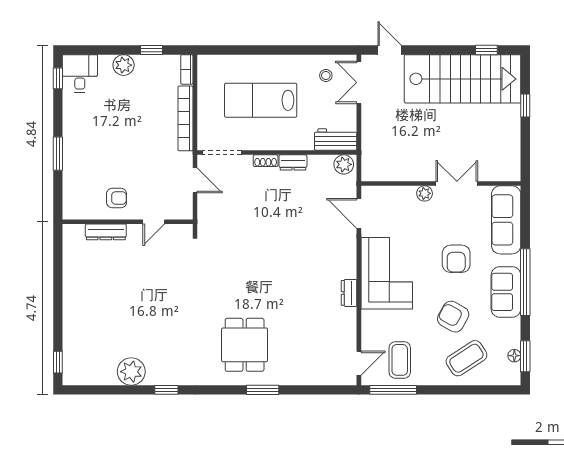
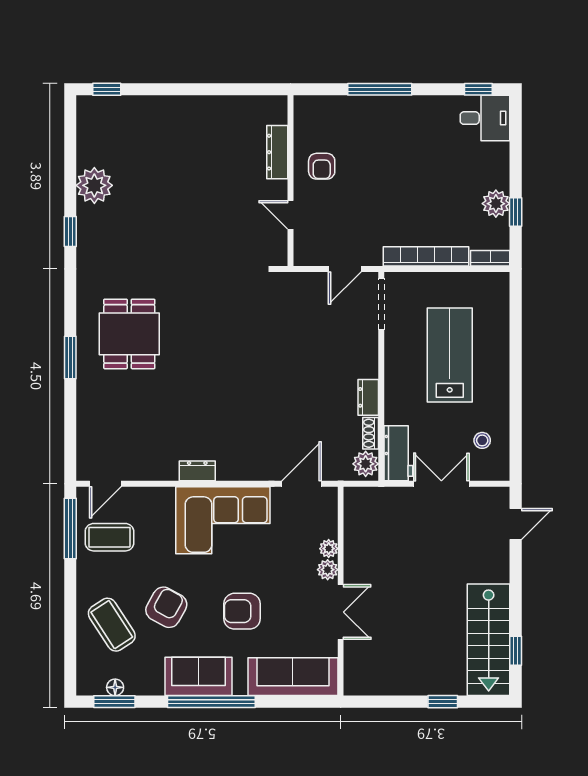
plant: (124, 65) -> (496, 204), moved
stairs: (462, 79) -> (489, 640), width x0.73, depth x0.66
double door: (359, 82) -> (441, 484), moved
window: (58, 154) -> (380, 89), width x1.44
shoe rack: (266, 161) -> (371, 433), moved
plant: (408, 193) -> (329, 549), added
dining table: (245, 345) -> (129, 334), turned 90
door: (359, 363) -> (105, 484), hinge flipped

